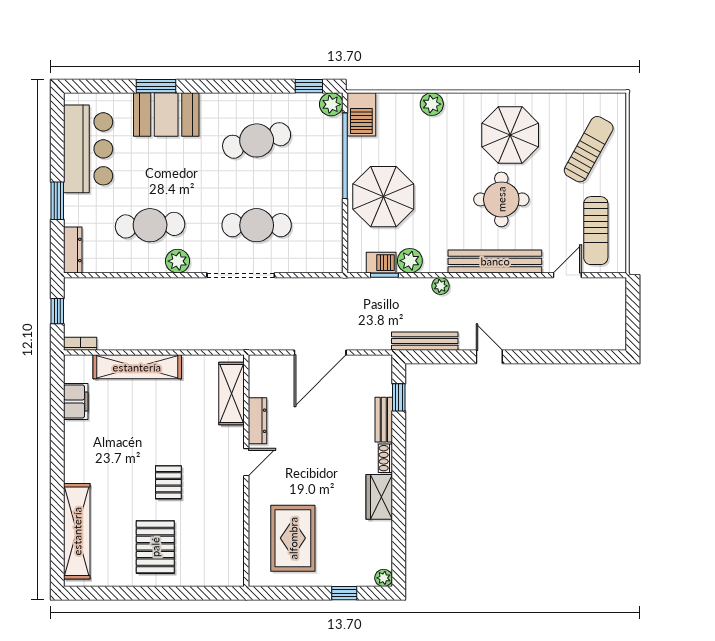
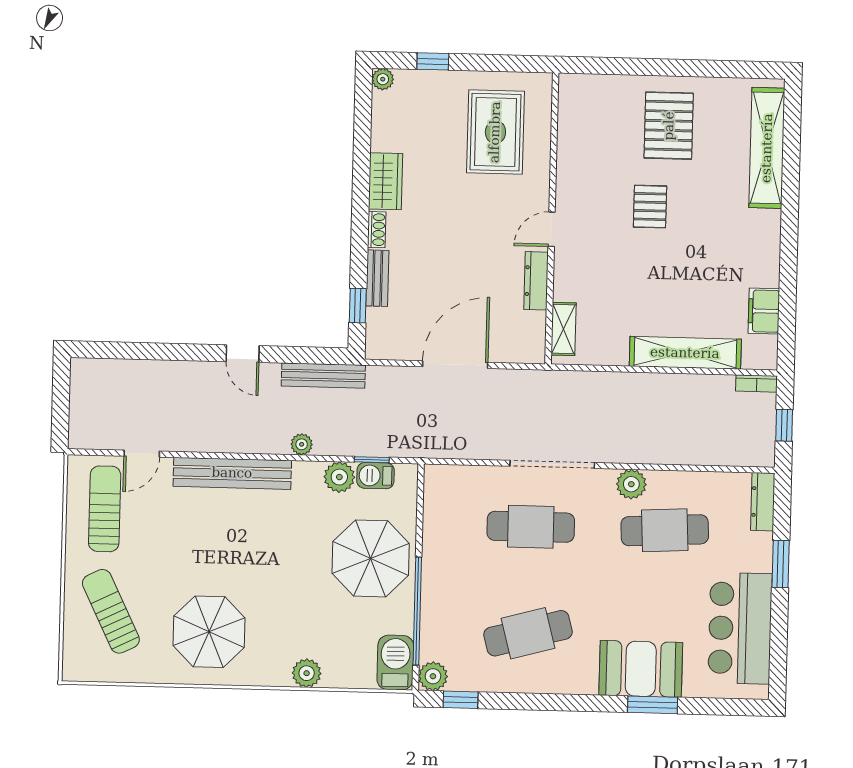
sun lounger: (589, 149) -> (111, 611), turned 125
round table: (501, 199) -> (222, 551), removed
shelving: (232, 394) -> (563, 329), width x0.67, depth x0.75

